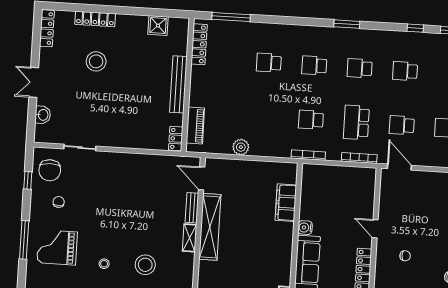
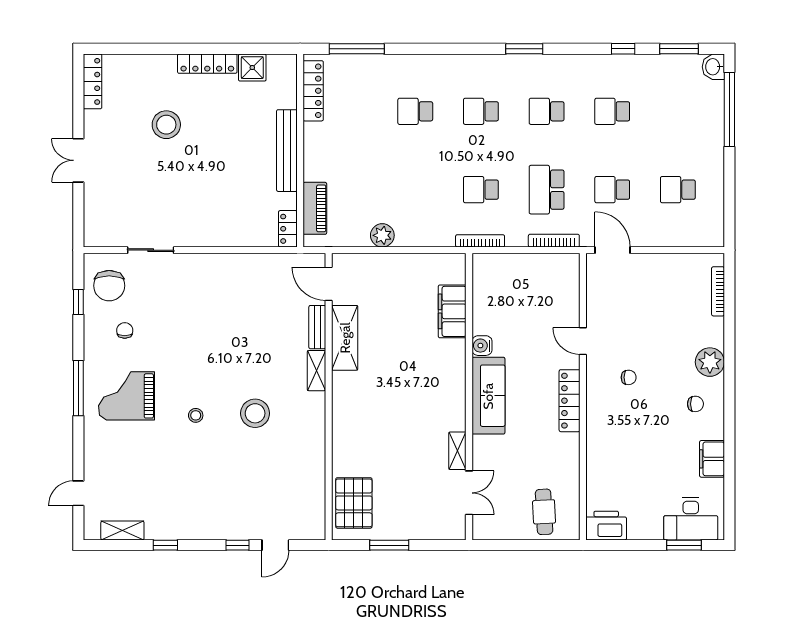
locker: (95, 19) -> (207, 64), moved
washbasin: (43, 115) -> (94, 206), removed
shelving: (210, 227) -> (345, 338), width x0.68

